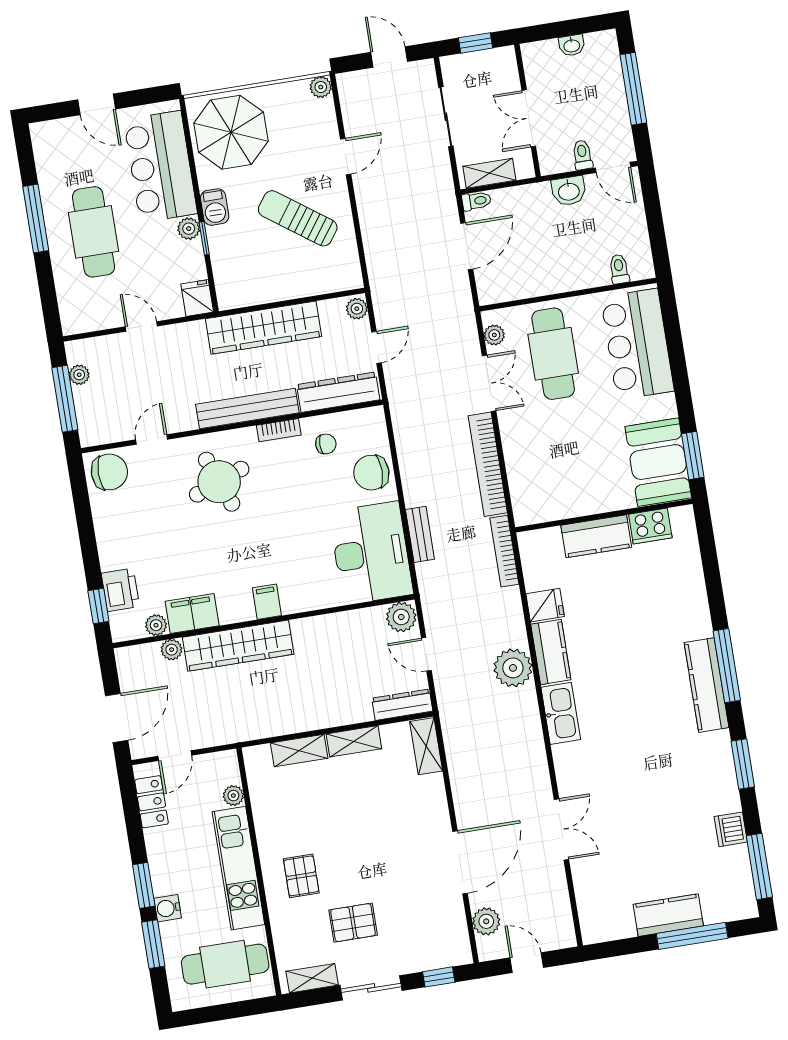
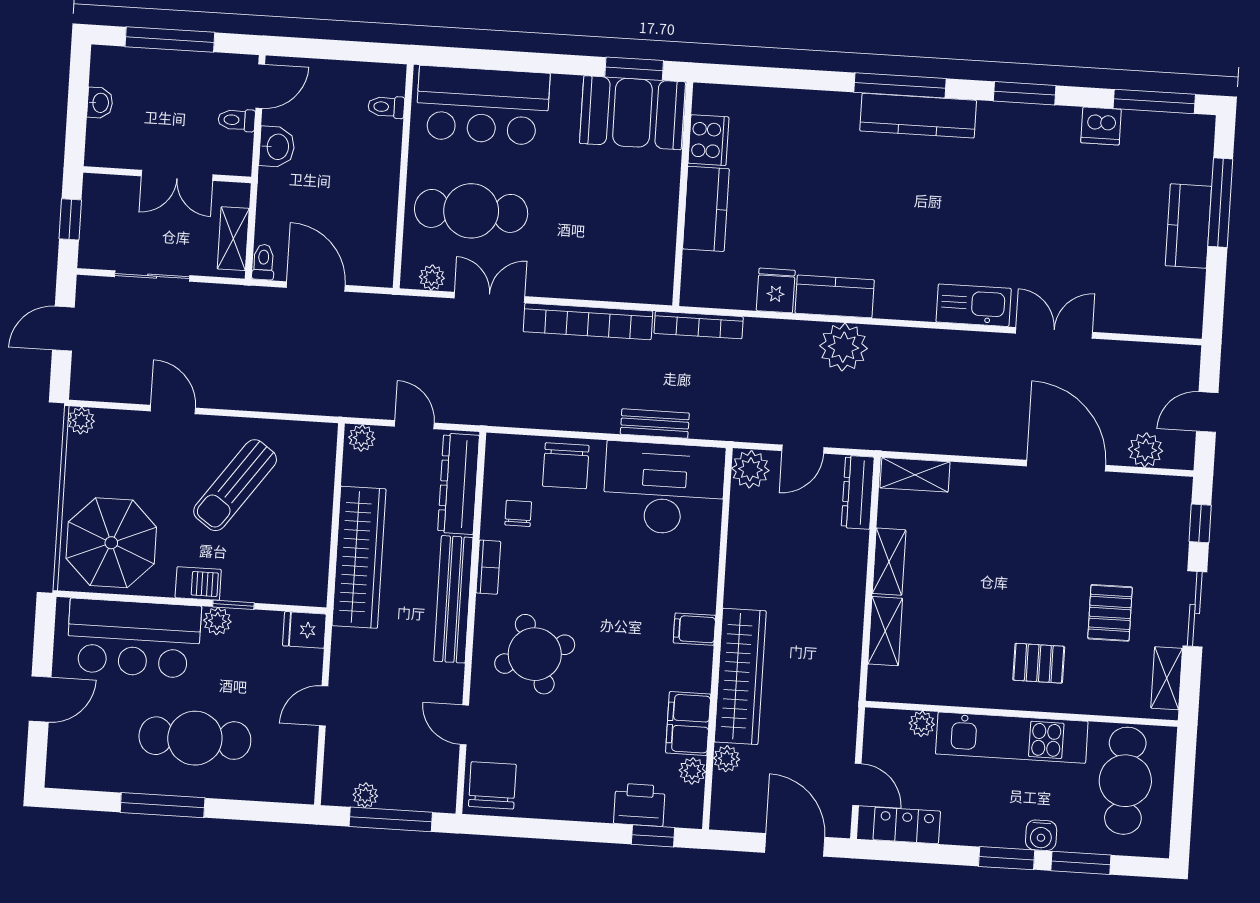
kitchen sink: (561, 713) -> (974, 305), moved

